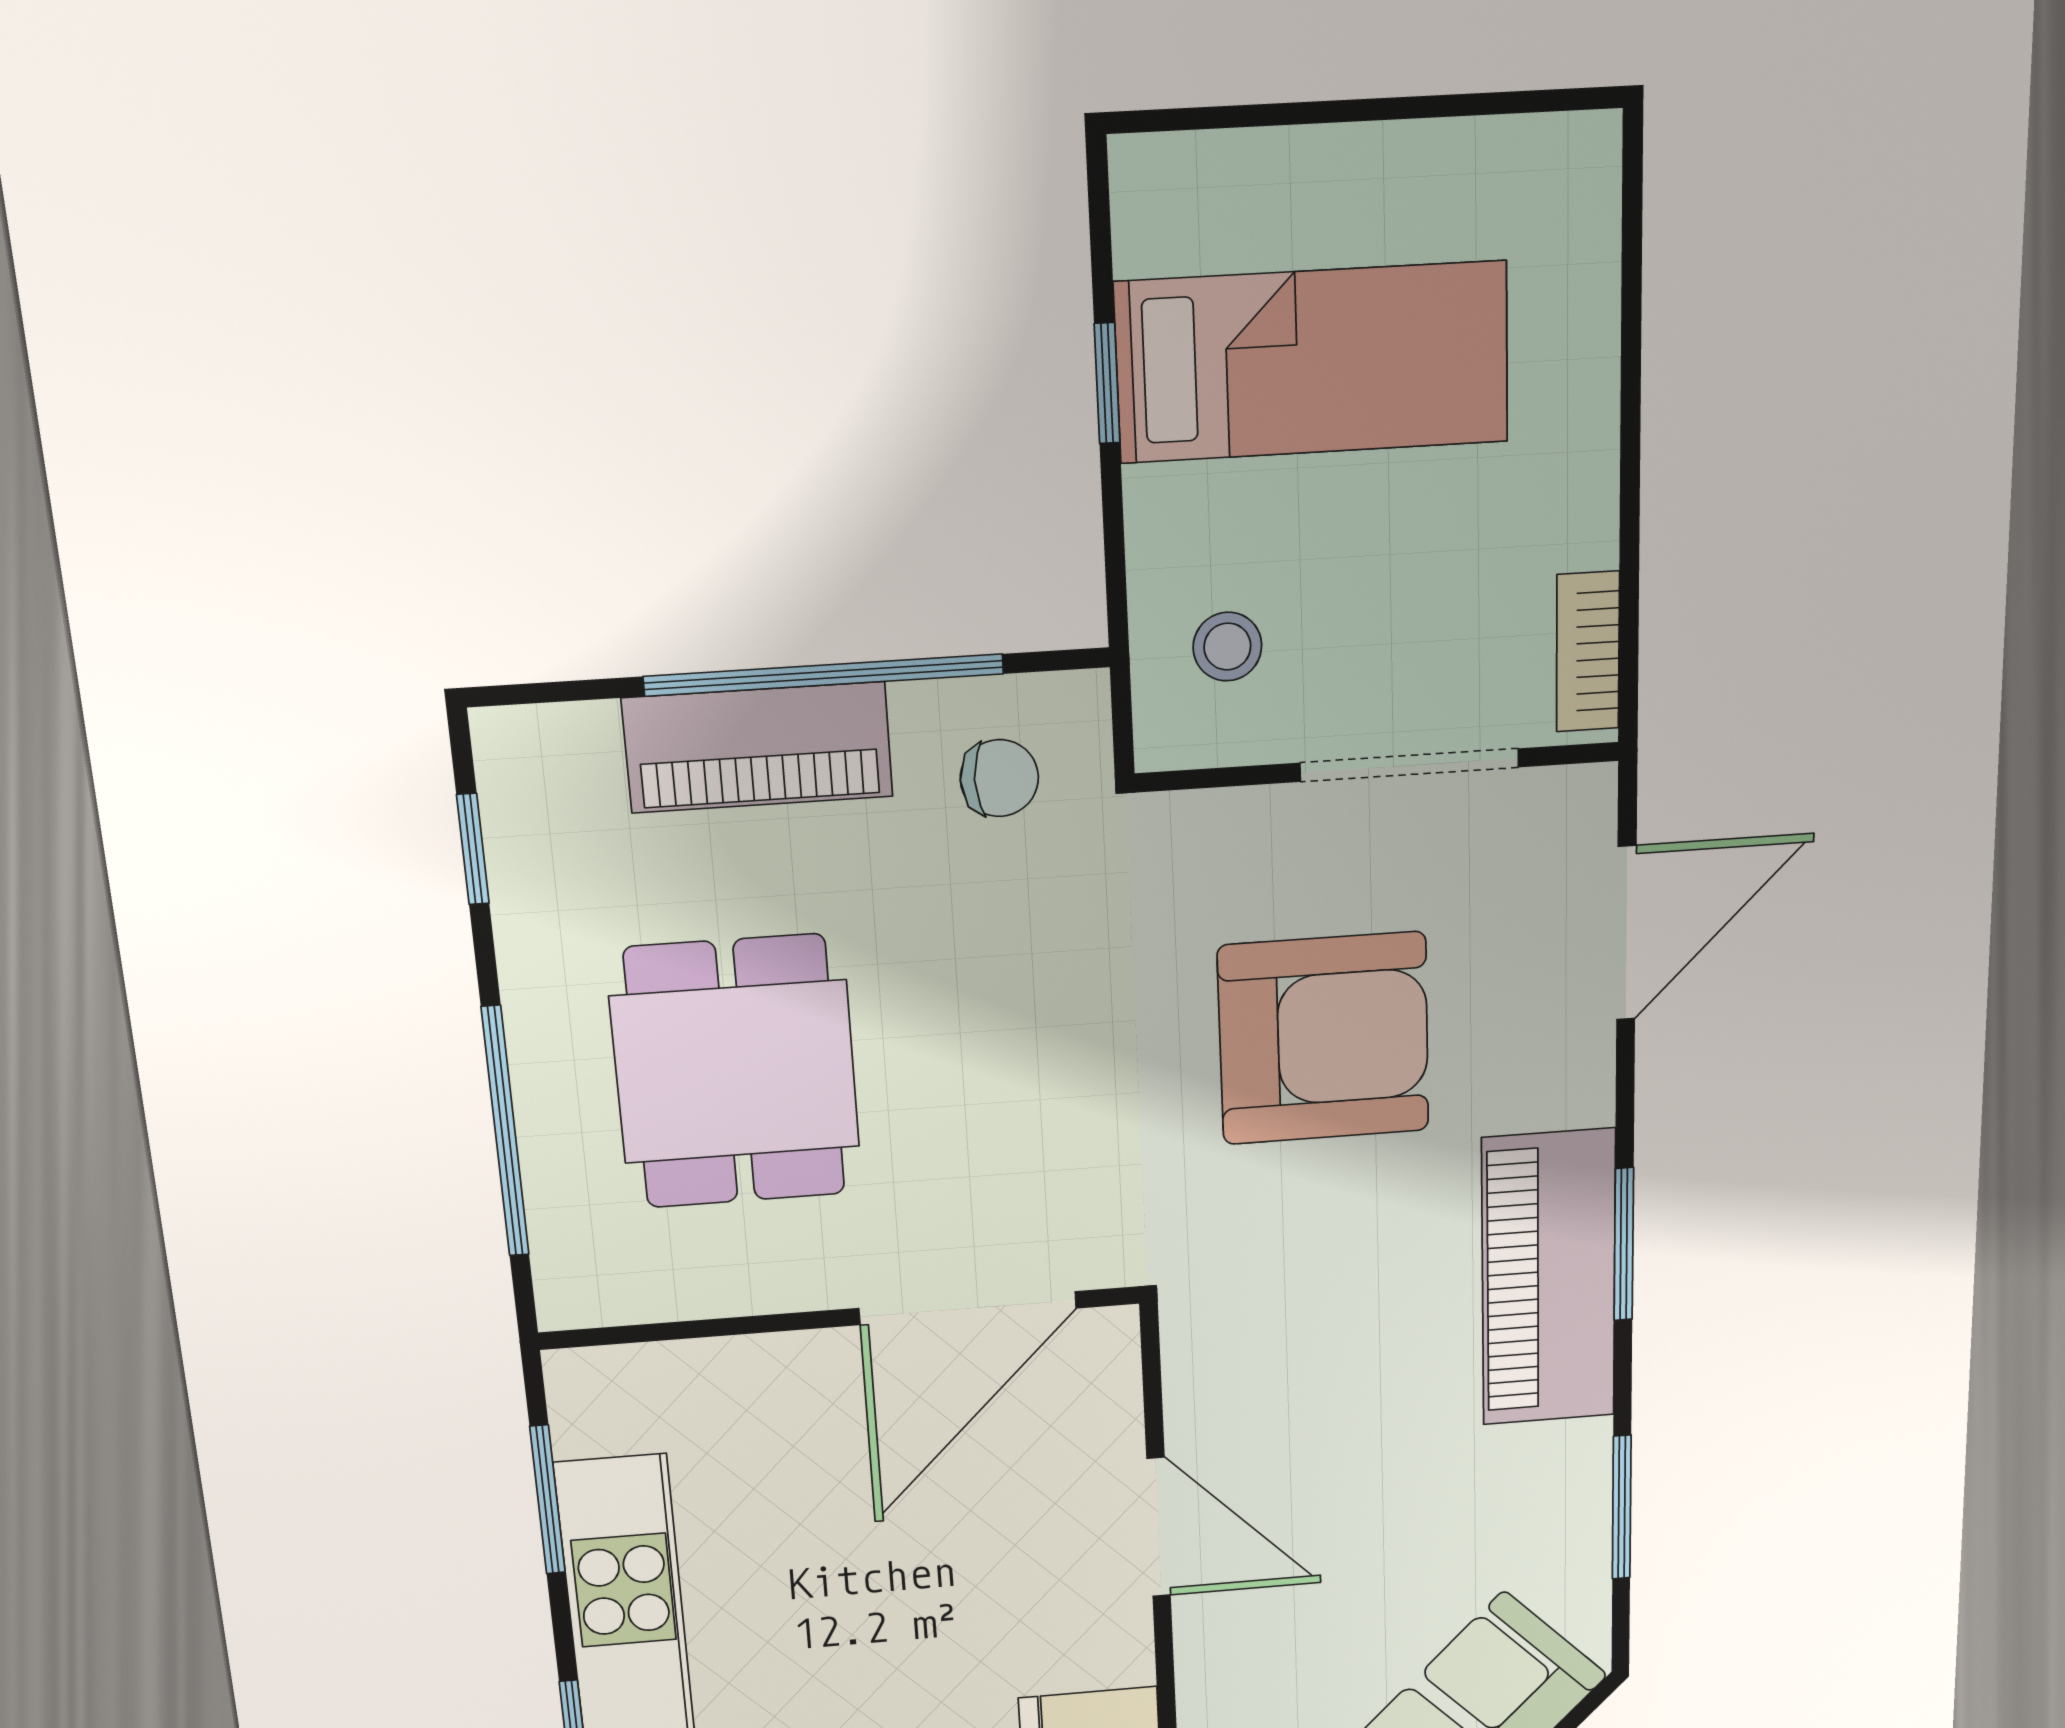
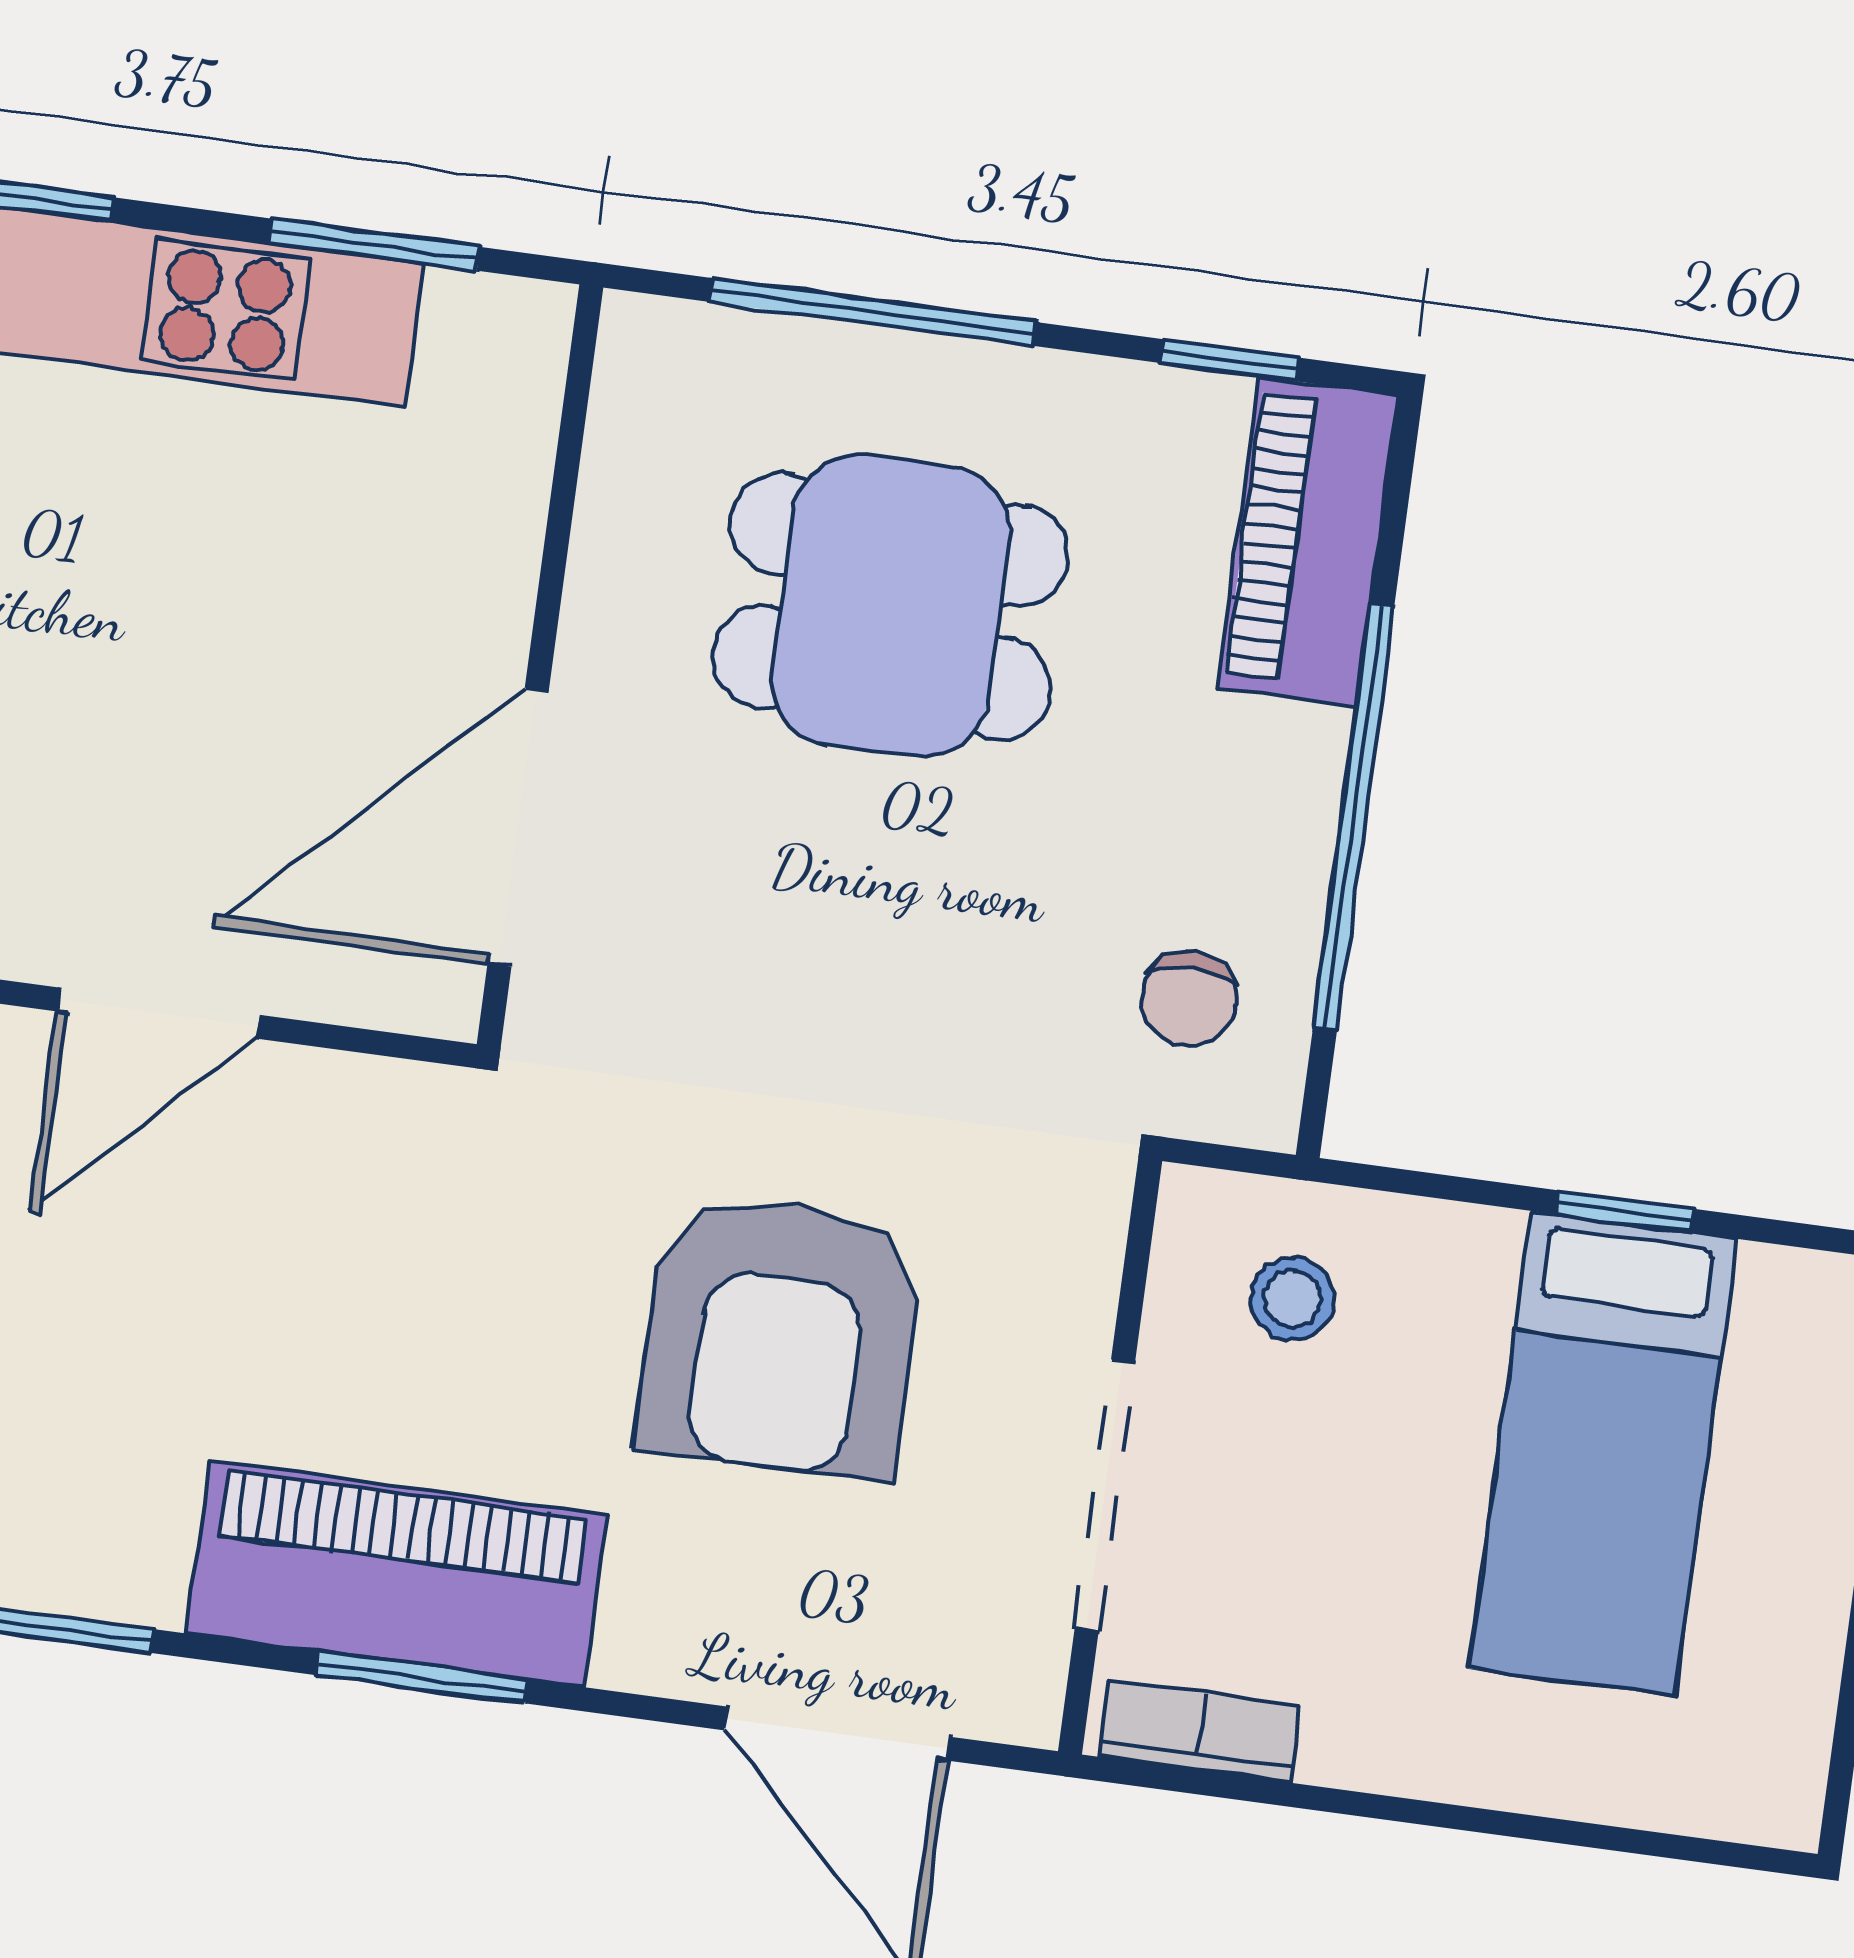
piano: (758, 747) -> (1308, 541), moved
door: (968, 1308) -> (518, 827), hinge flipped

